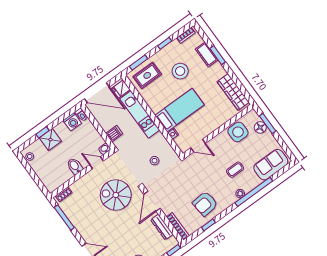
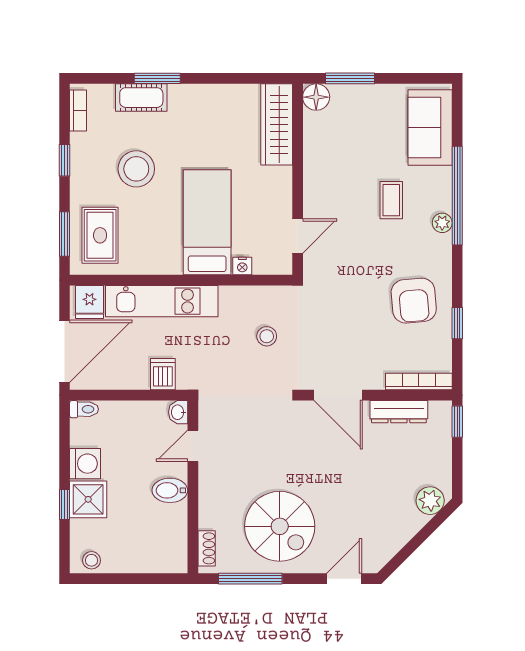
wardrobe: (233, 92) -> (277, 124), moved, turned 90
washing machine: (72, 122) -> (85, 464), moved
floor lamp: (260, 127) -> (316, 97), moved
side table: (238, 132) -> (326, 144), removed
spiral stairs: (116, 195) -> (280, 526), moved, turned -90

